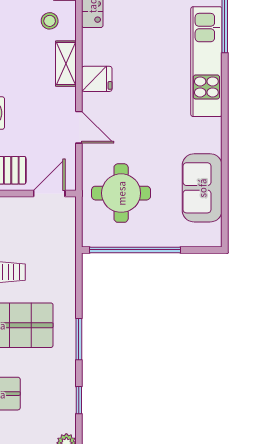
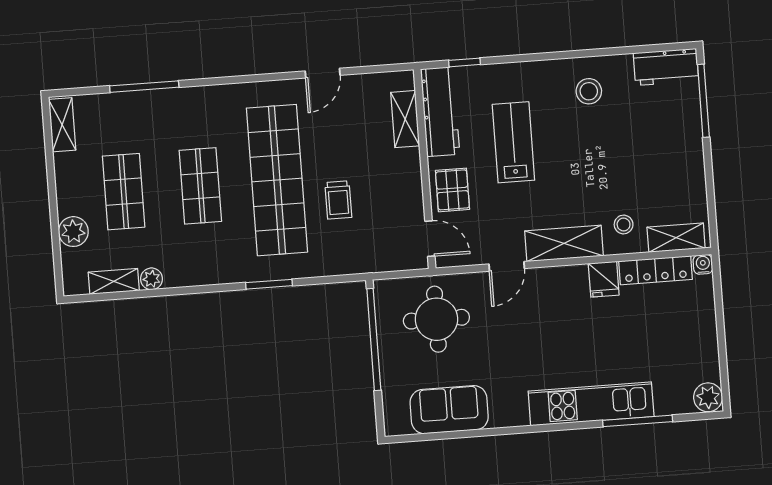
shelving: (66, 64) -> (564, 243), width x1.50, depth x1.33
fridge: (97, 79) -> (604, 279), moved
window: (79, 400) -> (201, 289), removed

